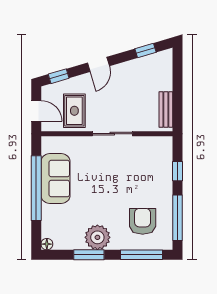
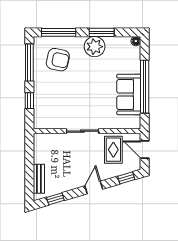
bench: (166, 110) -> (39, 179), moved
armchair: (143, 221) -> (58, 60), turned -78

